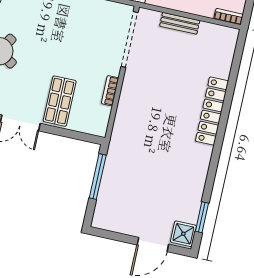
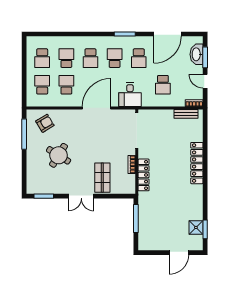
bench: (180, 23) -> (186, 114), moved
locker: (125, 111) -> (144, 175), added
shower: (183, 234) -> (196, 227), moved

